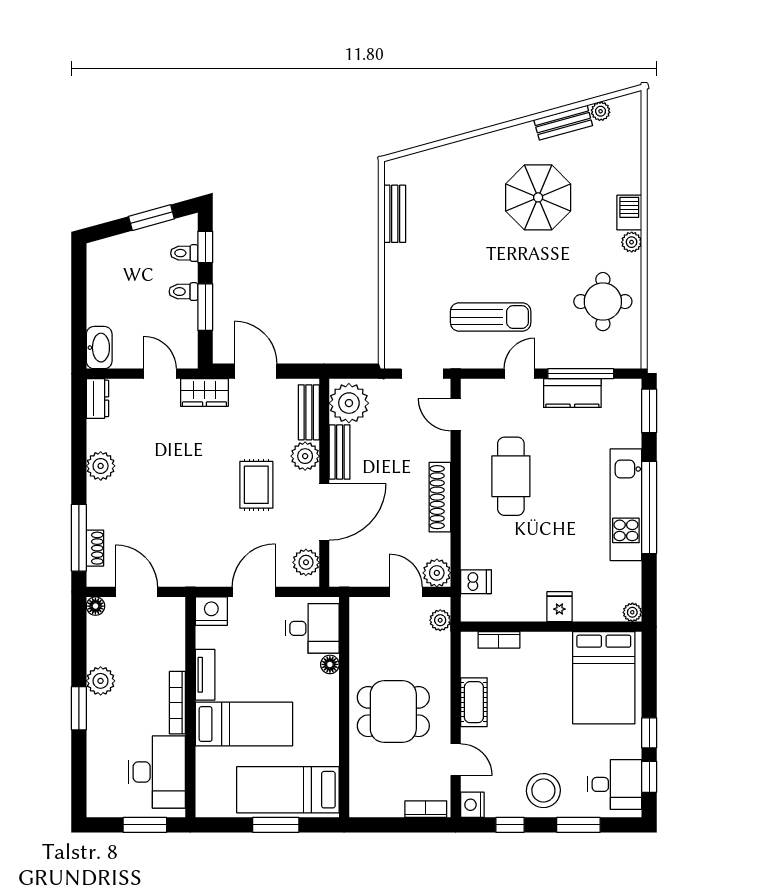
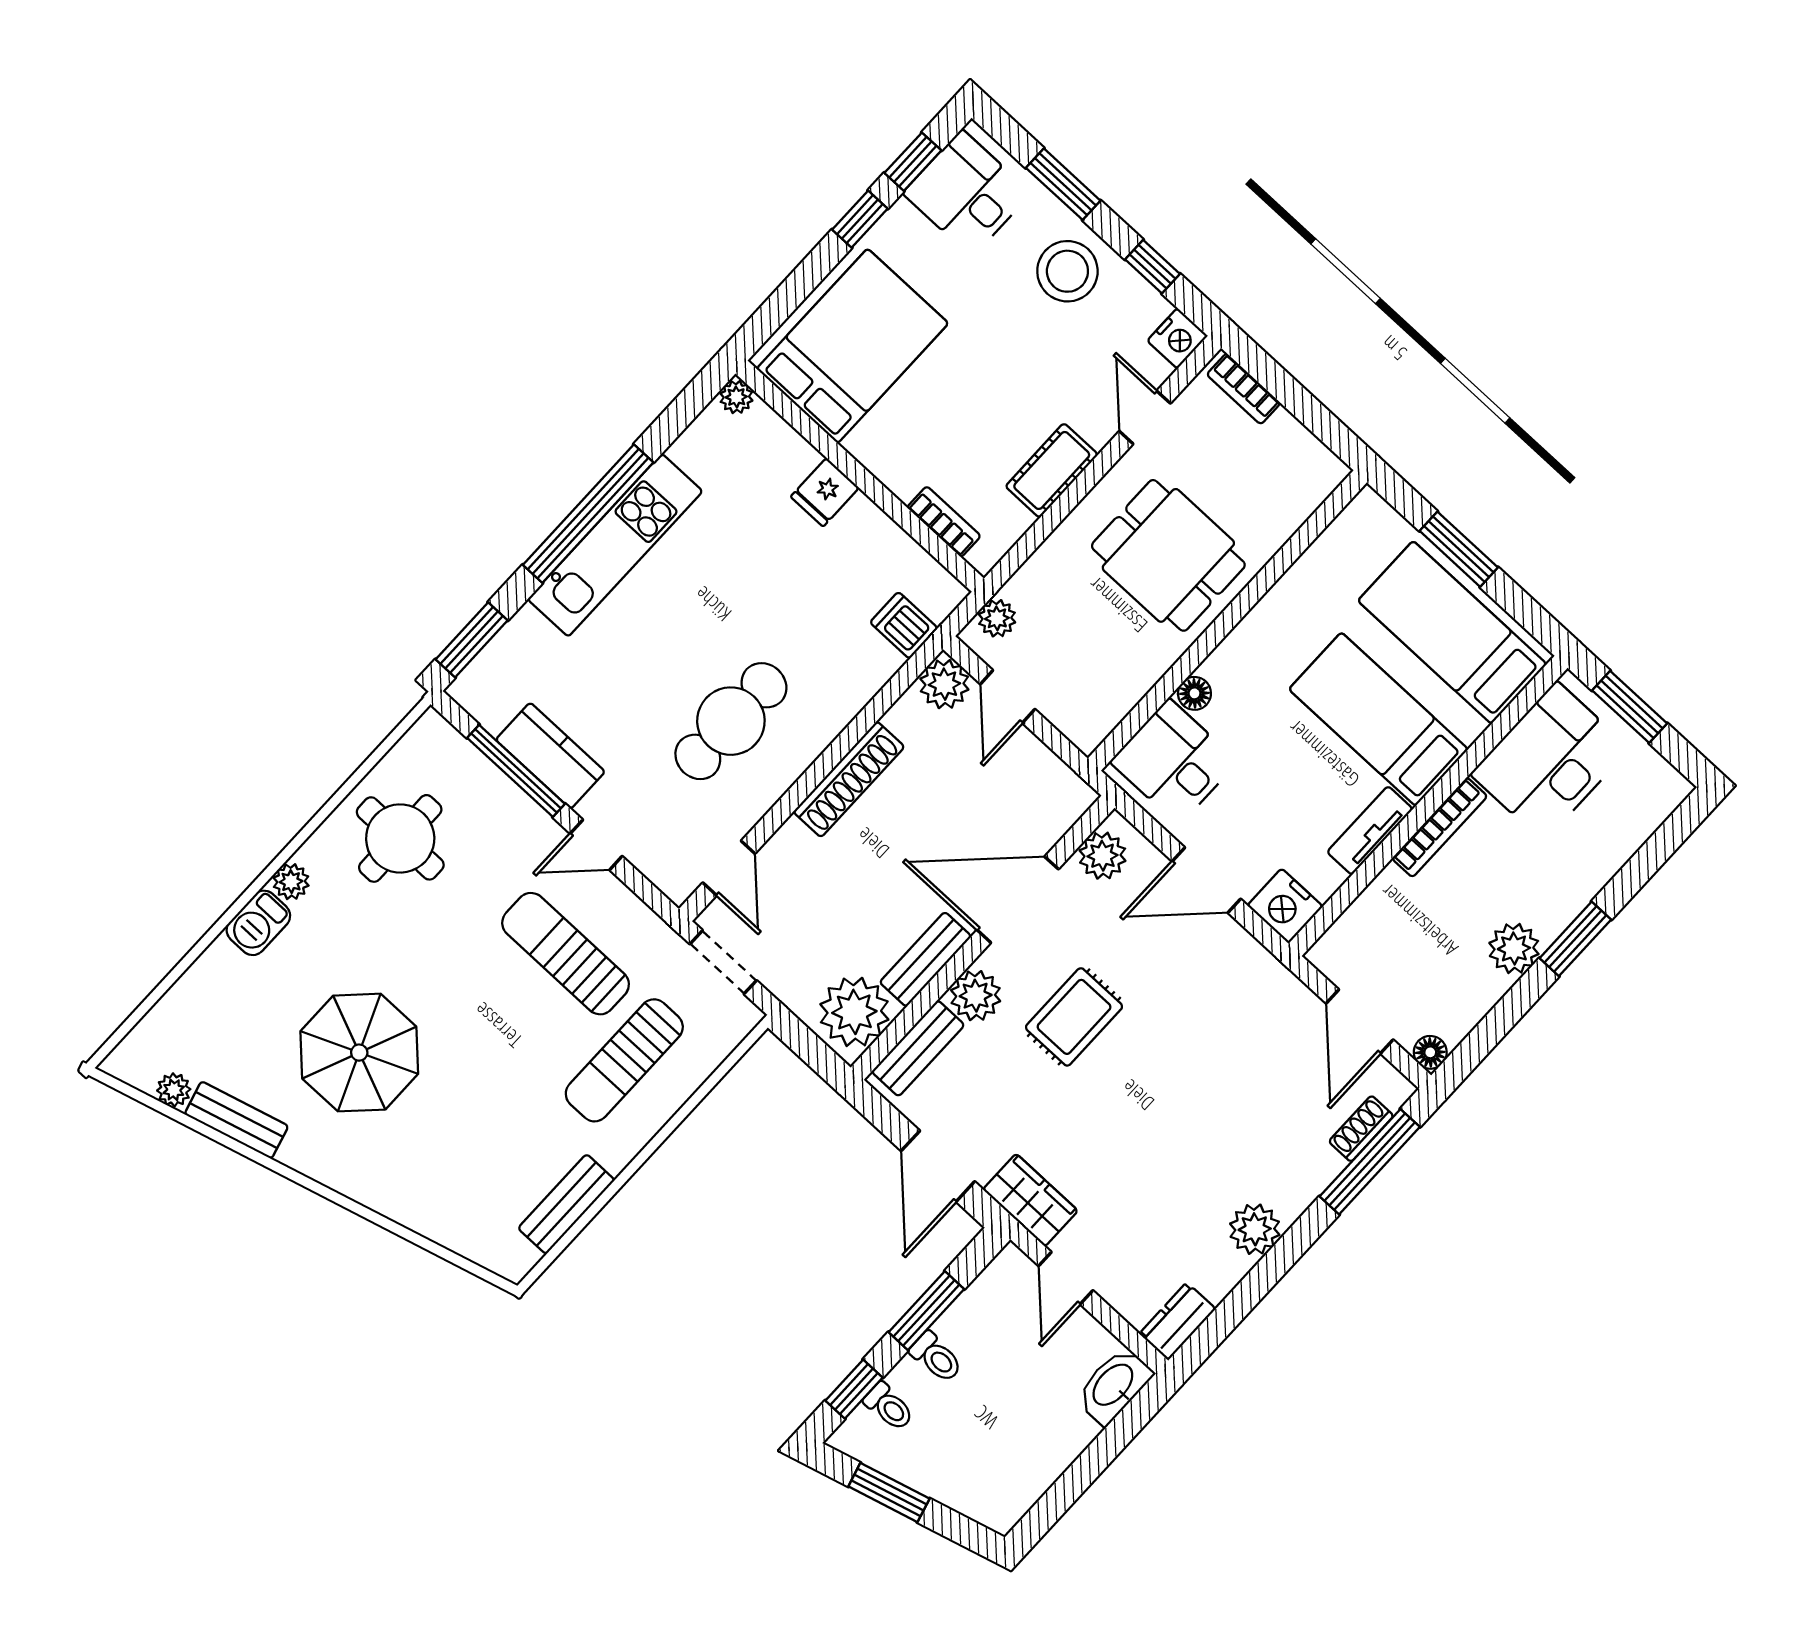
sun lounger: (426, 295) -> (624, 1060), added
bed: (288, 790) -> (1452, 632), moved, turned 180

